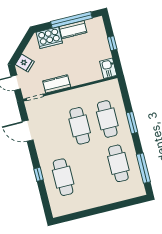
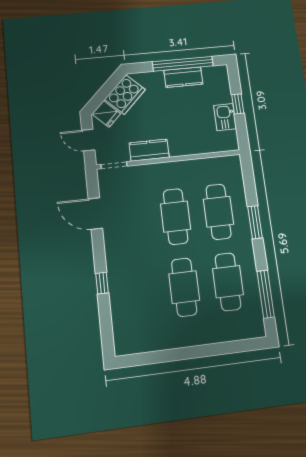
cooker: (49, 38) -> (125, 94), moved, turned -45
kitchen sink: (108, 68) -> (225, 117), moved
cafe table: (63, 177) -> (184, 287), moved

